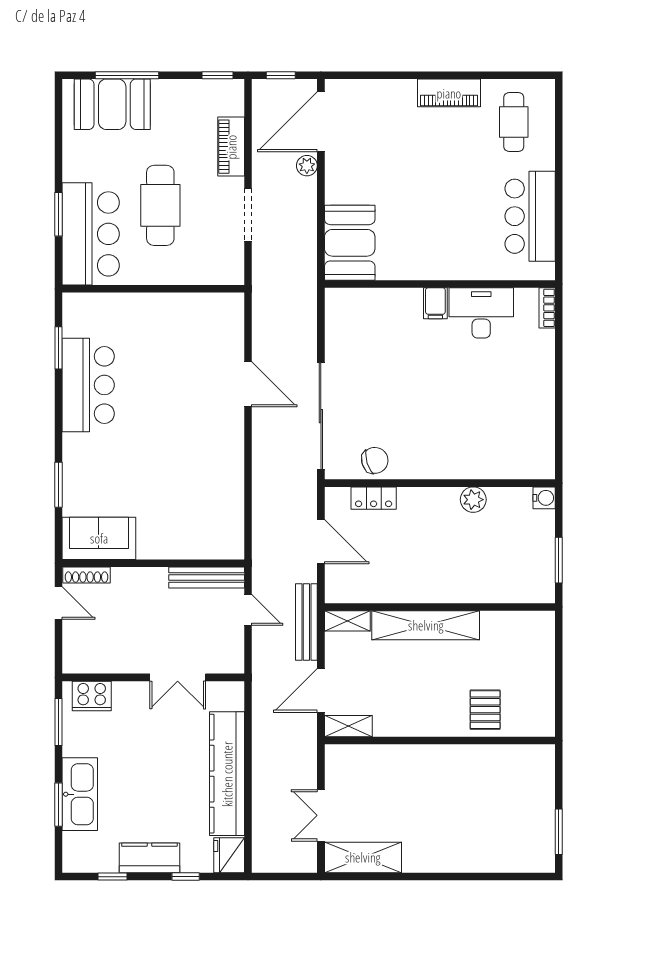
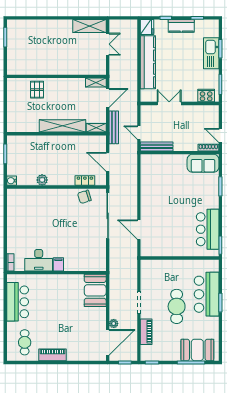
wall: (153, 289) -> (180, 258), moved

